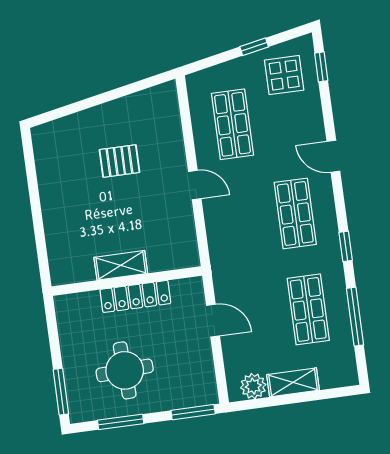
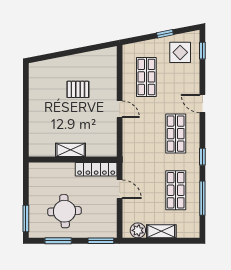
locker: (135, 296) -> (96, 169), moved

